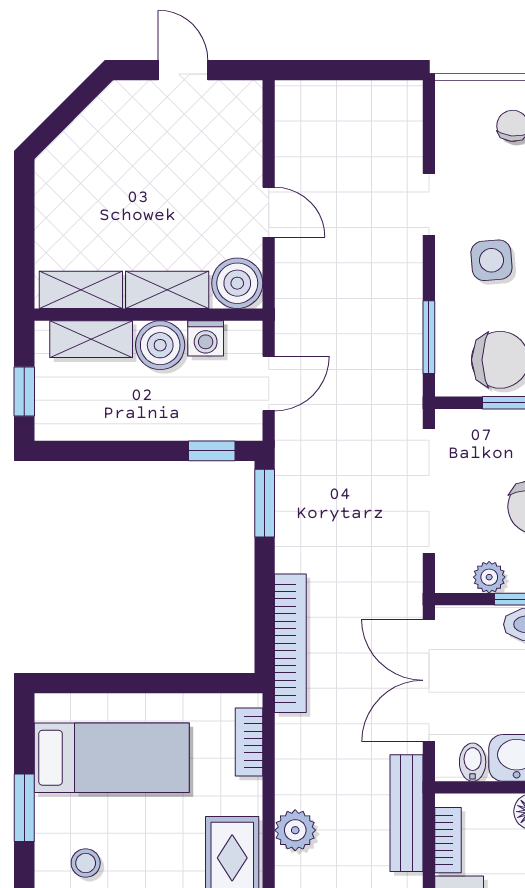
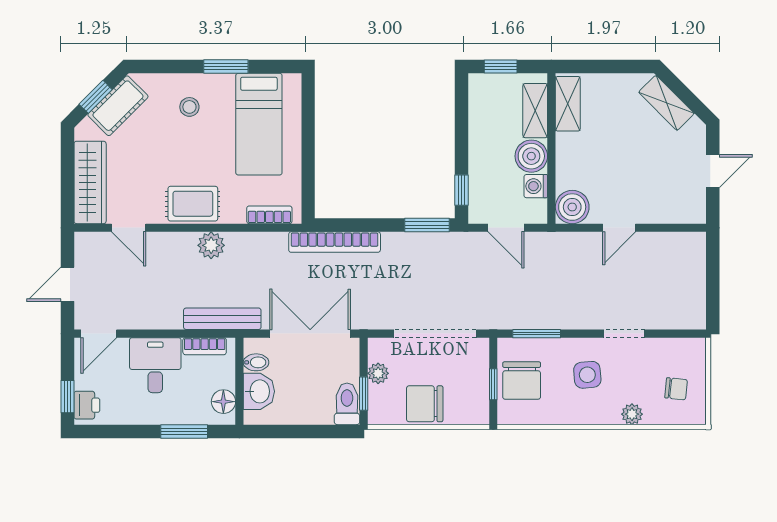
shelving: (167, 290) -> (666, 103), moved, turned -45

